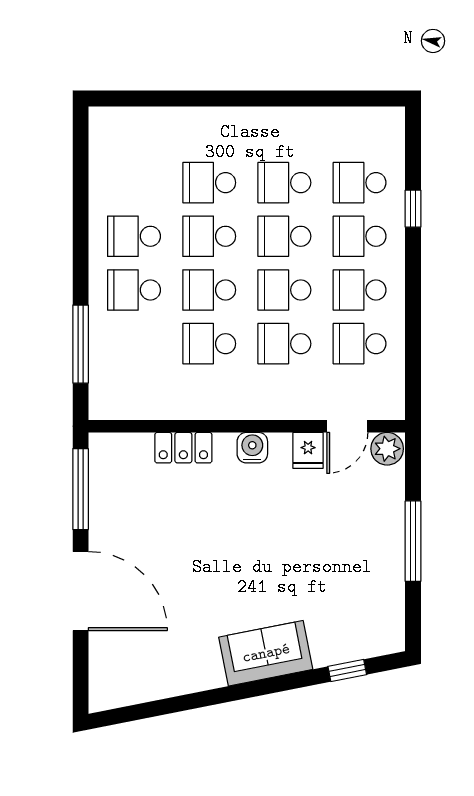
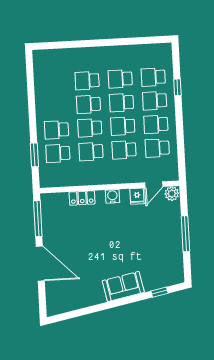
school desk: (134, 236) -> (58, 153), moved
window: (81, 344) -> (34, 155), width x0.69

